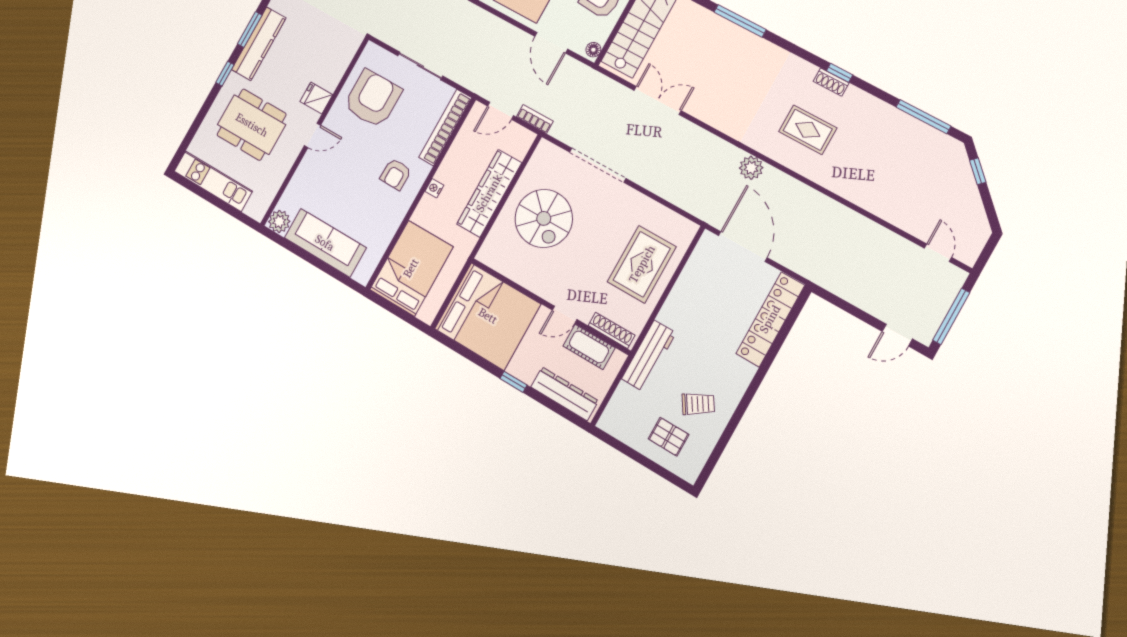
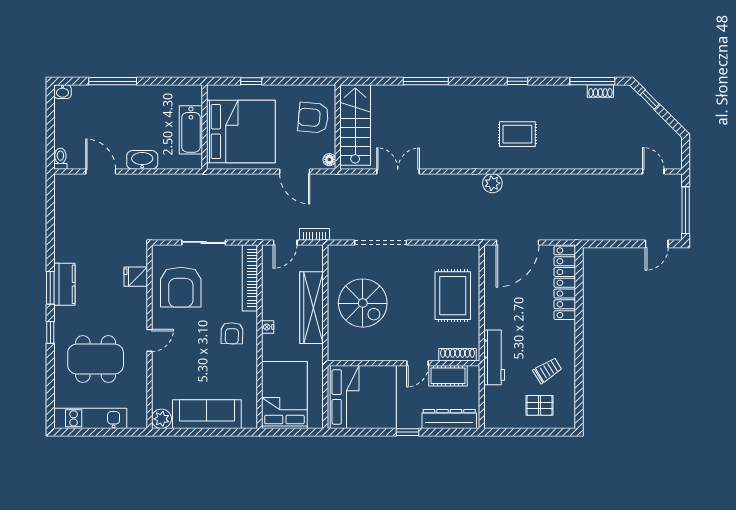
kitchen counter: (259, 44) -> (64, 284), width x0.67
shoe rack: (831, 82) -> (600, 91), moved
fridge: (316, 98) -> (136, 277), moved
armchair: (373, 99) -> (181, 287), turned 180
door: (743, 247) -> (517, 242), swing flipped

